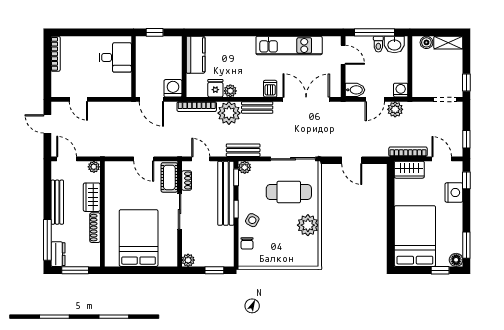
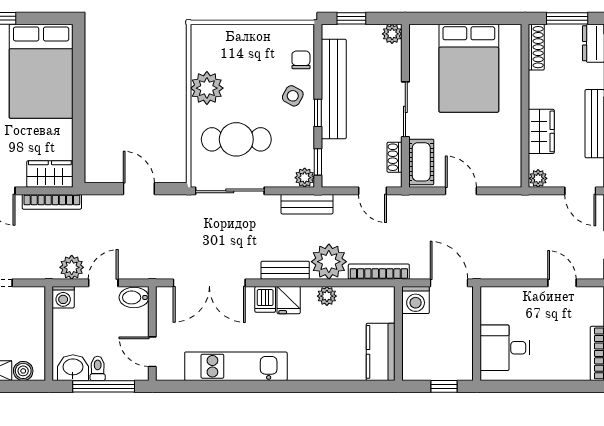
fridge: (215, 88) -> (289, 300), moved
bench: (226, 193) -> (334, 89), moved
shoe rack: (95, 228) -> (536, 47), moved

